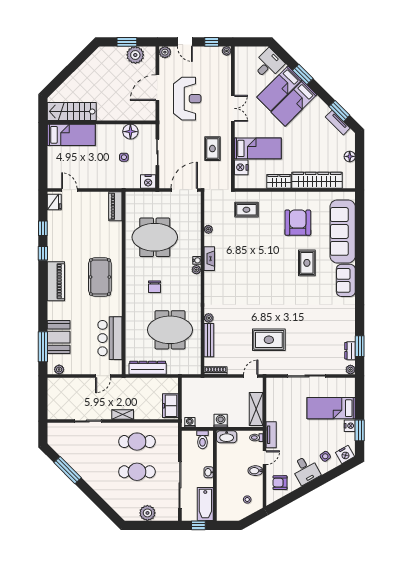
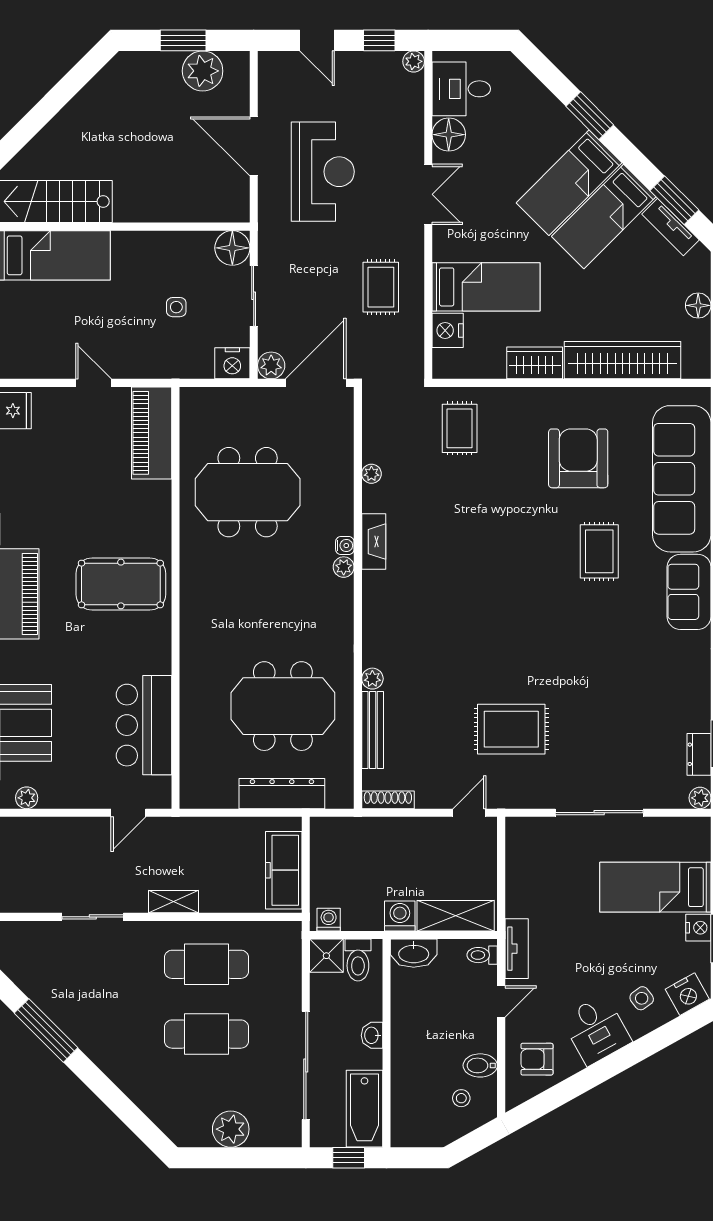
plant: (165, 52) -> (271, 365), moved
desk: (268, 64) -> (461, 89), moved, turned -135
floor lamp: (242, 83) -> (449, 135), added
door: (157, 88) -> (254, 146), hinge flipped
bed: (279, 88) -> (604, 216), moved
floor lamp: (130, 132) -> (232, 248), moved
door: (69, 190) -> (94, 383), moved
piano: (115, 206) -> (152, 433), width x1.37, depth x1.33
rug: (246, 210) -> (460, 428), turned 90
pool table: (100, 277) -> (121, 584), turned 90
chair: (155, 287) -> (247, 607), removed
dresser: (148, 368) -> (282, 794), moved
freezer: (170, 406) -> (284, 870), width x1.40
shelving: (256, 409) -> (456, 916), moved, turned 90
shower: (189, 438) -> (326, 956), added
bidet: (255, 471) -> (480, 1065), moved

